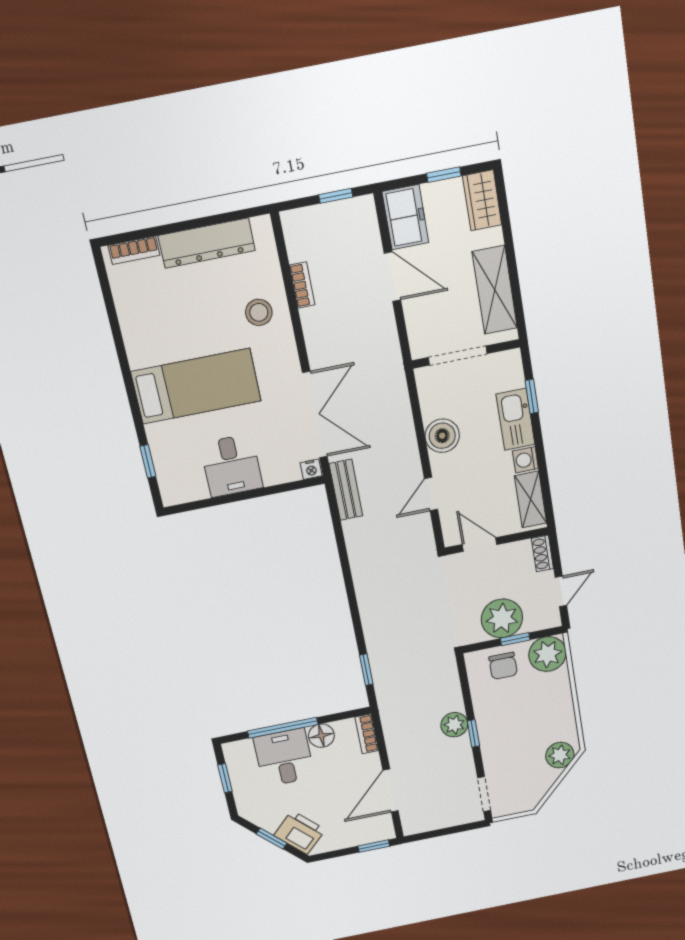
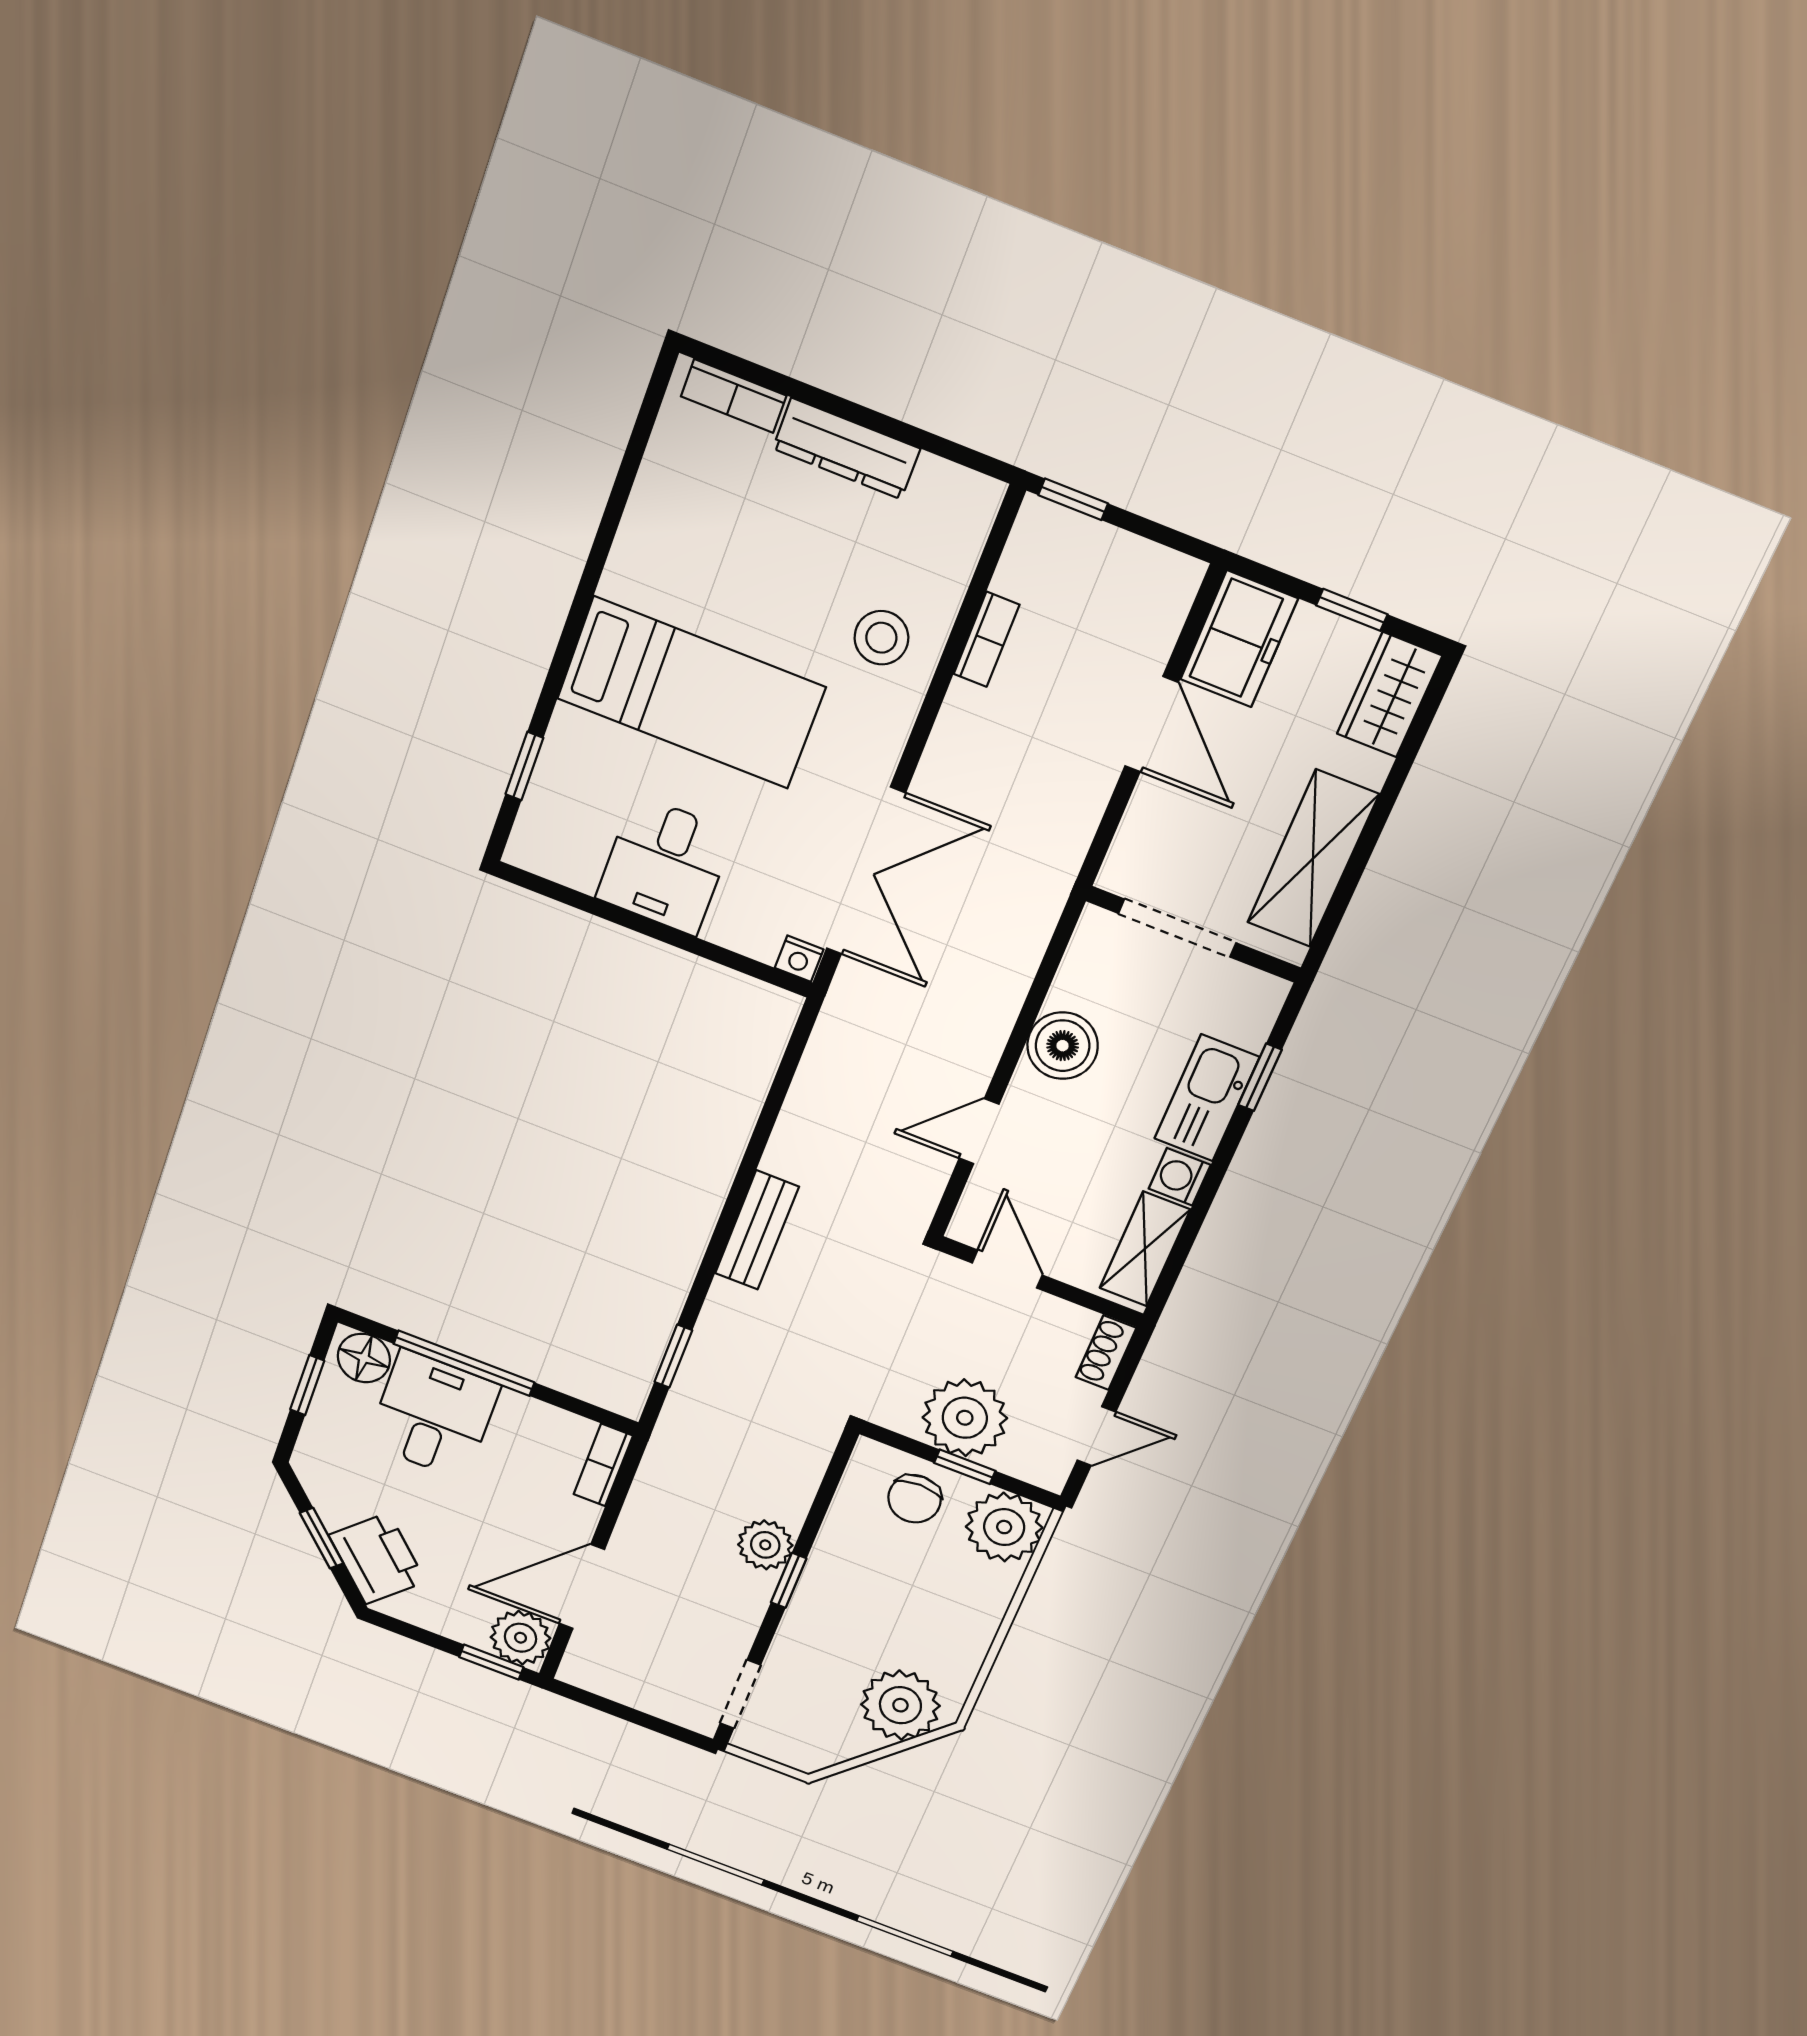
window: (336, 196) -> (1073, 499), moved
dresser: (207, 243) -> (846, 449), width x0.73, depth x0.80
bench: (346, 490) -> (757, 1230), moved
floor lamp: (321, 736) -> (364, 1358), moved
plant: (560, 755) -> (900, 1705), width x1.36, depth x1.36
plant: (379, 828) -> (521, 1638), added

